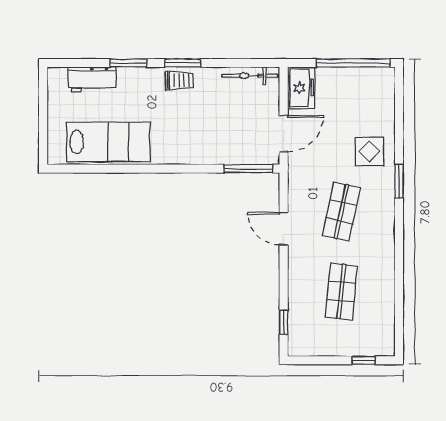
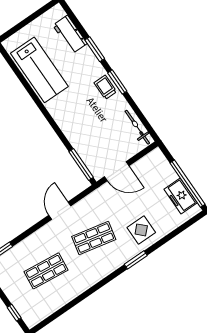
trolley: (179, 81) -> (105, 87), turned 180
freezer: (301, 88) -> (181, 196), moved, turned 90

